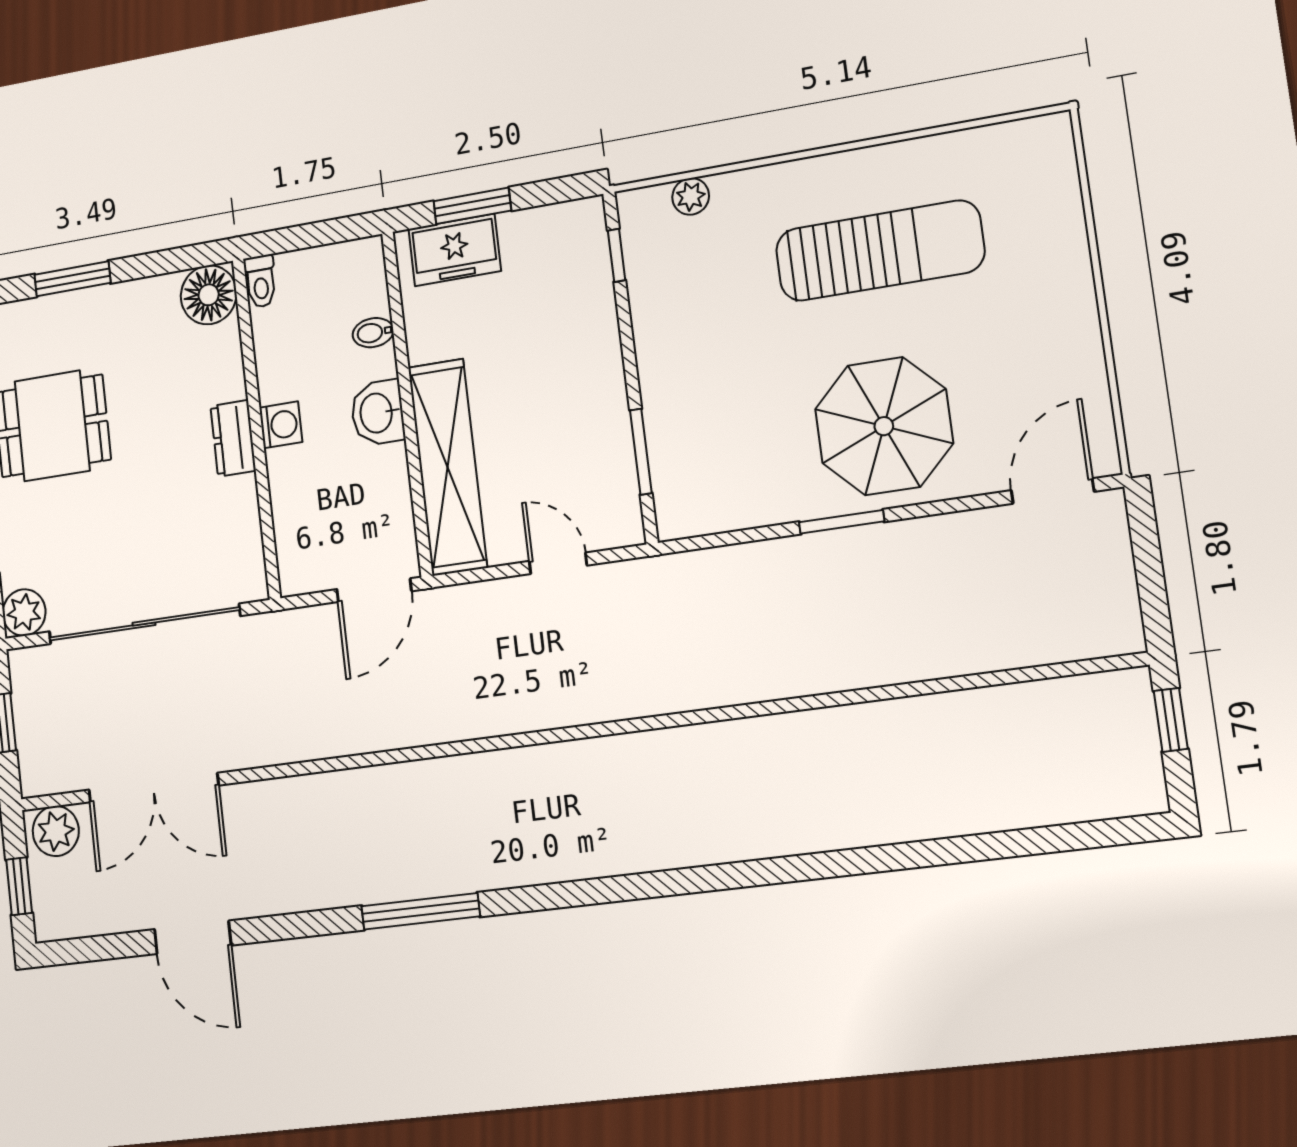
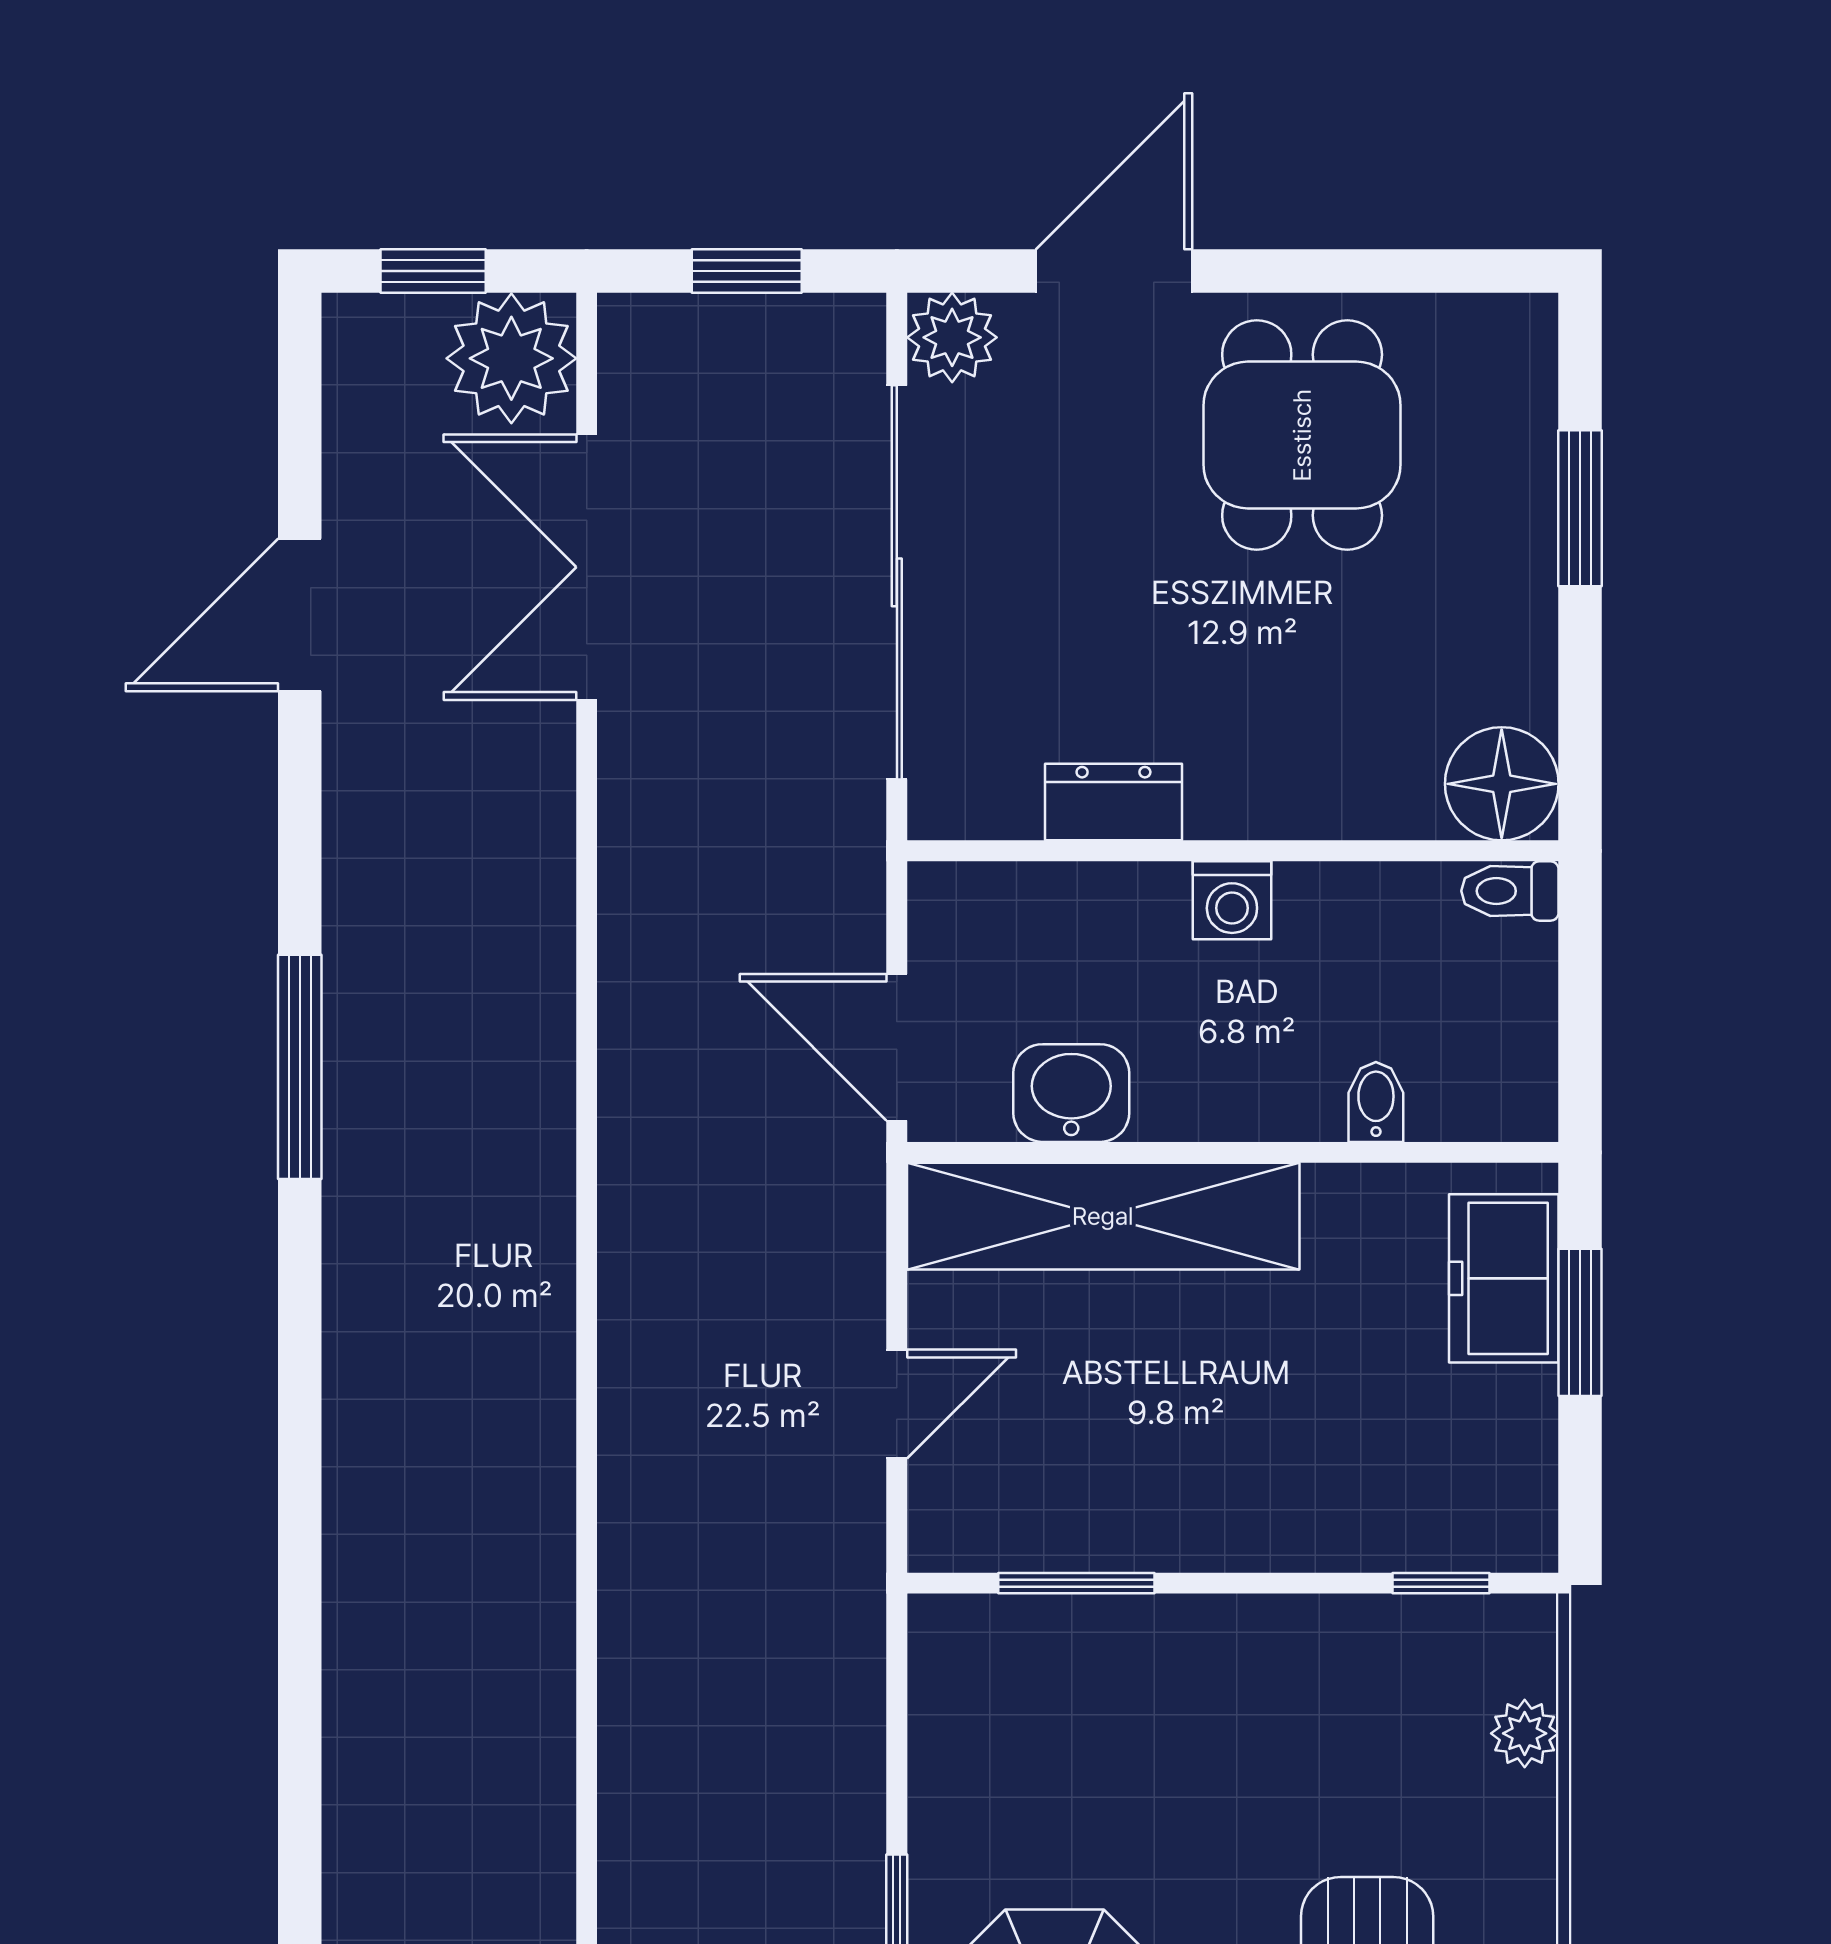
washbasin: (378, 413) -> (1071, 1093), moved
dresser: (233, 438) -> (1113, 802), moved
plant: (56, 831) -> (511, 358), width x1.36, depth x1.36

